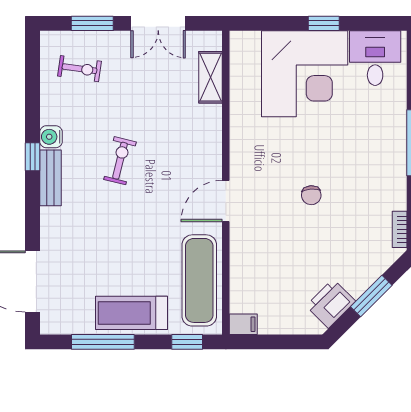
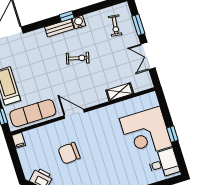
shelving: (211, 77) -> (120, 92), moved
chair: (311, 195) -> (69, 153), moved, width x1.87, depth x1.87

